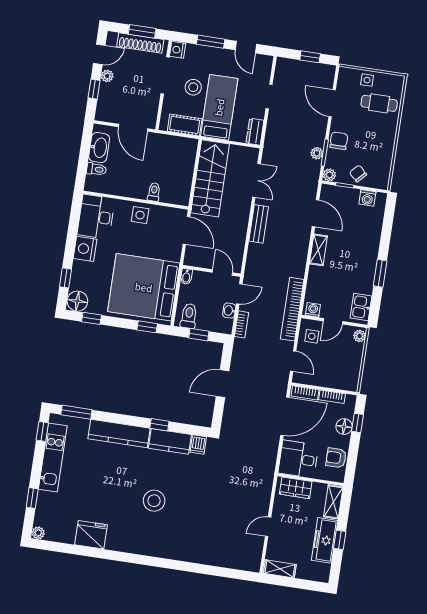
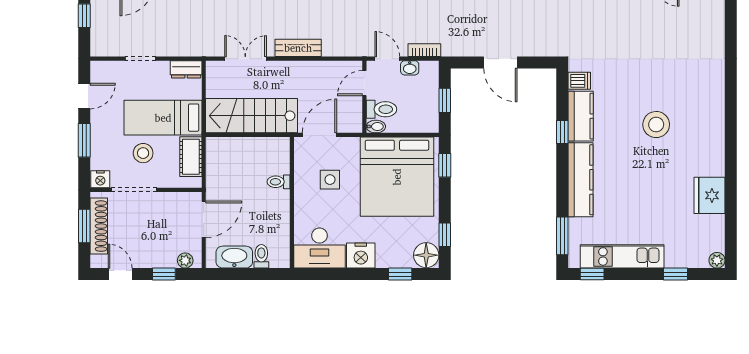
plant: (107, 76) -> (185, 260), moved
side table: (140, 215) -> (330, 180), moved
toilet: (189, 316) -> (381, 109), moved, turned 180

